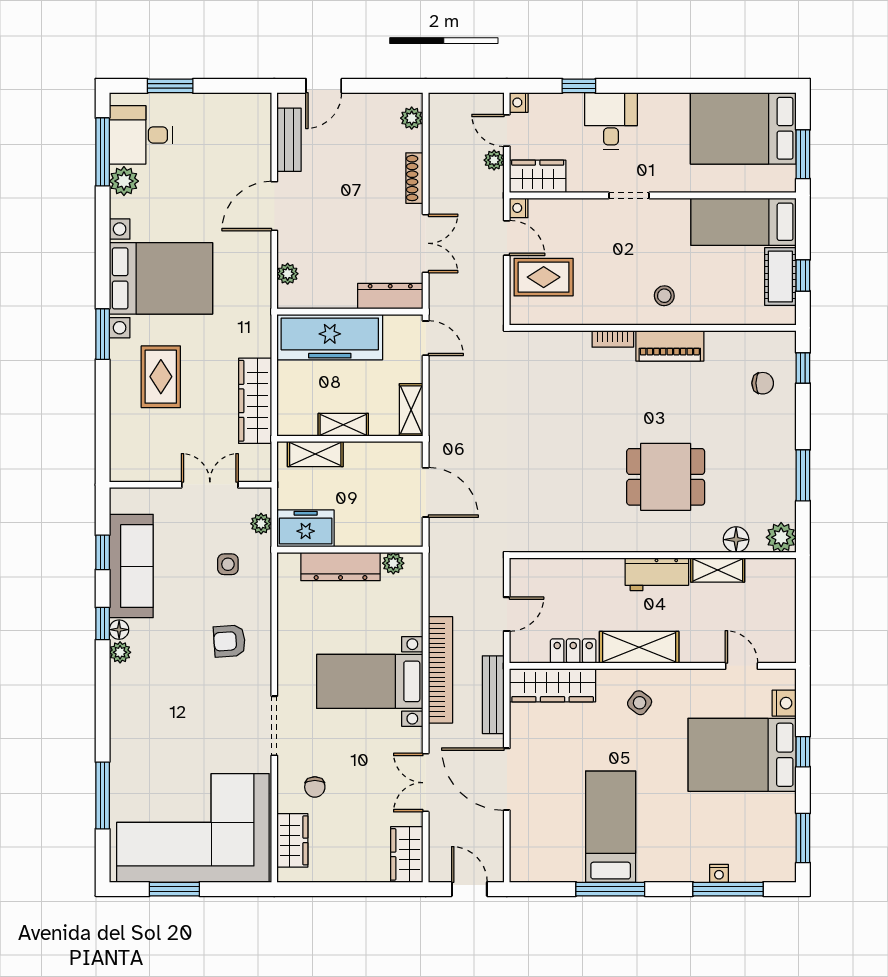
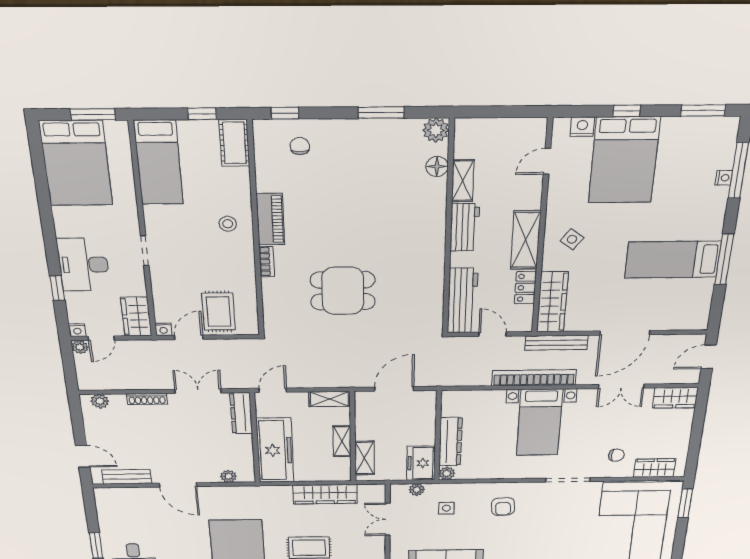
desk: (611, 121) -> (84, 265), width x1.37
plant: (494, 160) -> (80, 347), moved
cot: (780, 276) -> (234, 143), moved, turned 90
dining table: (666, 477) -> (343, 291), moved, turned 90
plant: (393, 563) -> (447, 473), moved
workbench: (556, 575) -> (463, 301), added
window: (174, 889) -> (685, 503), moved

